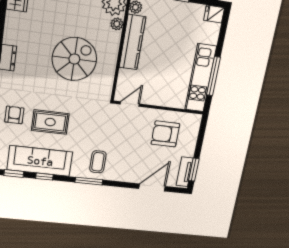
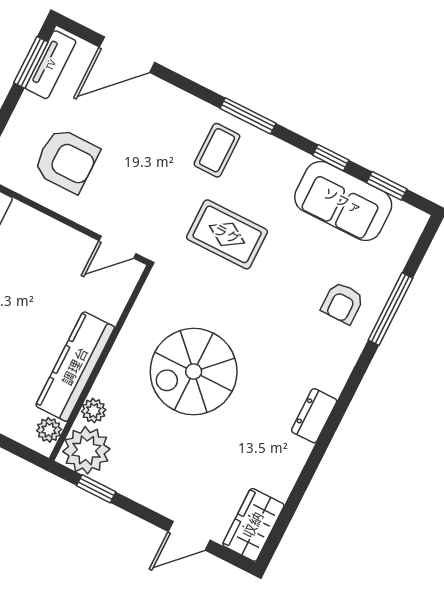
rug: (50, 122) -> (227, 234), moved
sofa: (40, 161) -> (343, 201), width x0.73

